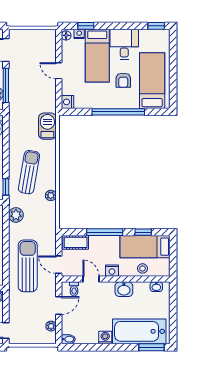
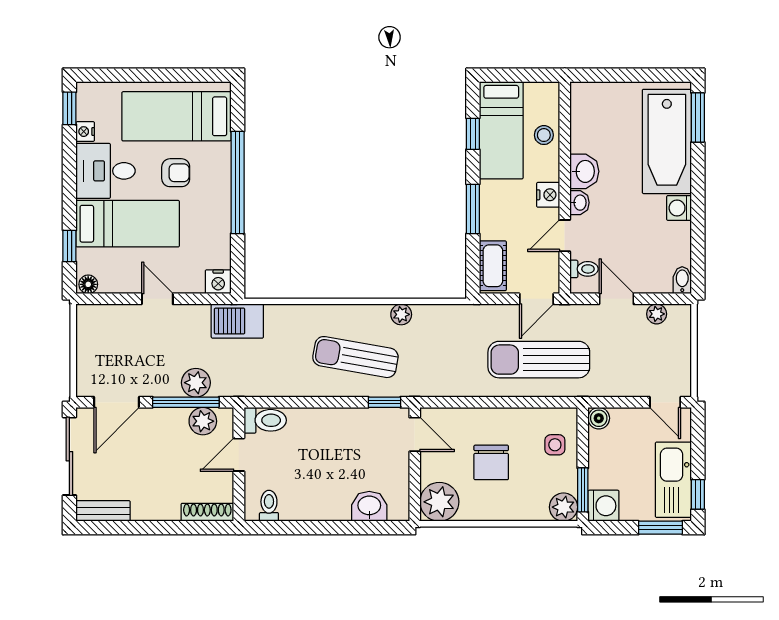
nightstand: (79, 34) -> (85, 132), moved
door: (59, 71) -> (157, 299), swing flipped
barbecue: (47, 126) -> (237, 321), moved
plant: (16, 215) -> (196, 383), moved
window: (105, 232) -> (473, 209), width x0.69
washbasin: (156, 287) -> (580, 203), moved

